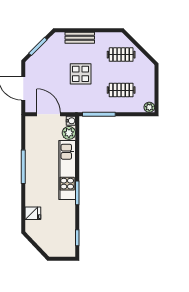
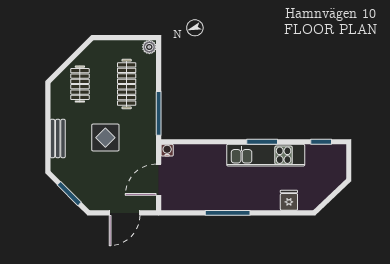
clothes rail: (121, 90) -> (127, 84), width x1.36
plant: (69, 133) -> (183, 153), removed
kitchen unit: (67, 170) -> (266, 155), moved

